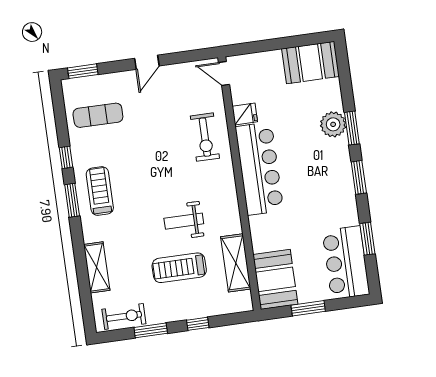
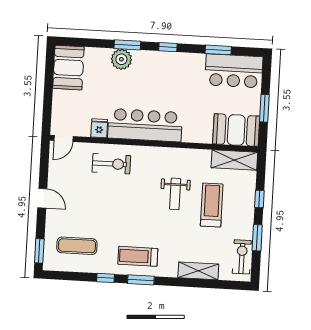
exercise mat: (98, 115) -> (77, 246), turned 90
window: (359, 177) -> (168, 47), width x0.67
shelving: (236, 263) -> (234, 160), moved
treadmill: (179, 268) -> (212, 205), turned 180

